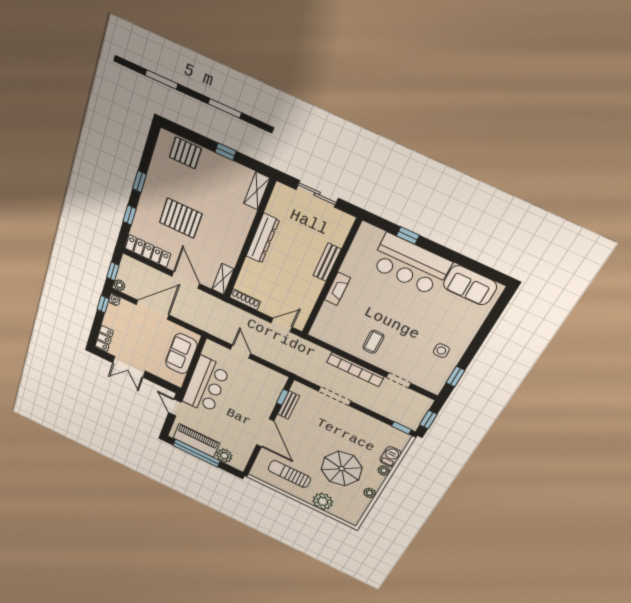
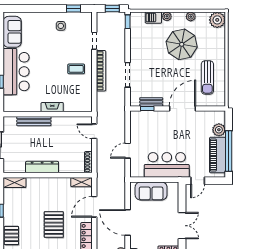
bench: (327, 262) -> (34, 121), width x1.36
plant: (323, 501) -> (217, 20), moved

